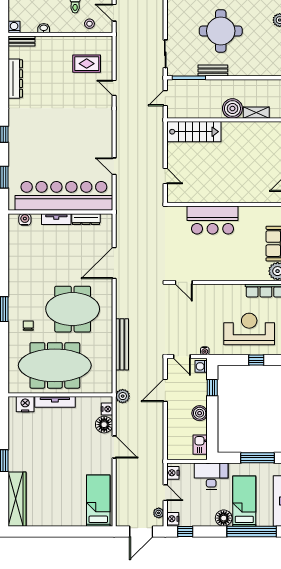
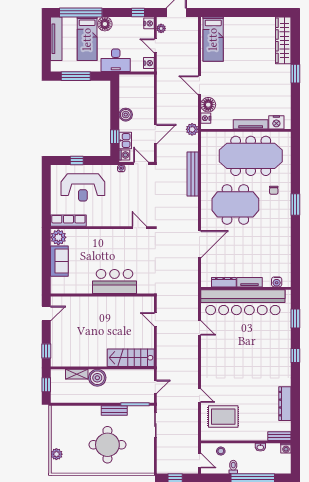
rug: (87, 64) -> (223, 417), width x1.36, depth x1.43
kitchen sink: (200, 445) -> (125, 140), moved

